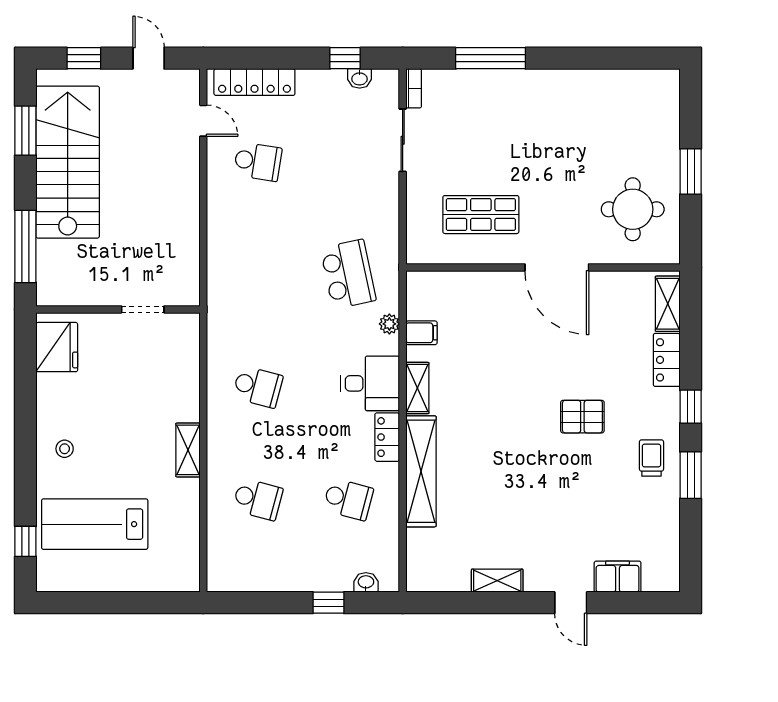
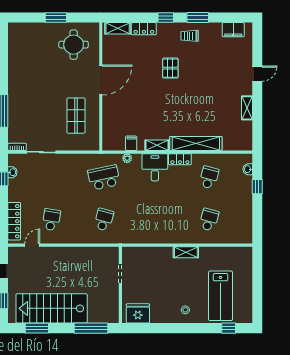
school desk: (258, 387) -> (104, 220), moved
filing cabinet: (618, 577) -> (233, 30), moved, turned -90

